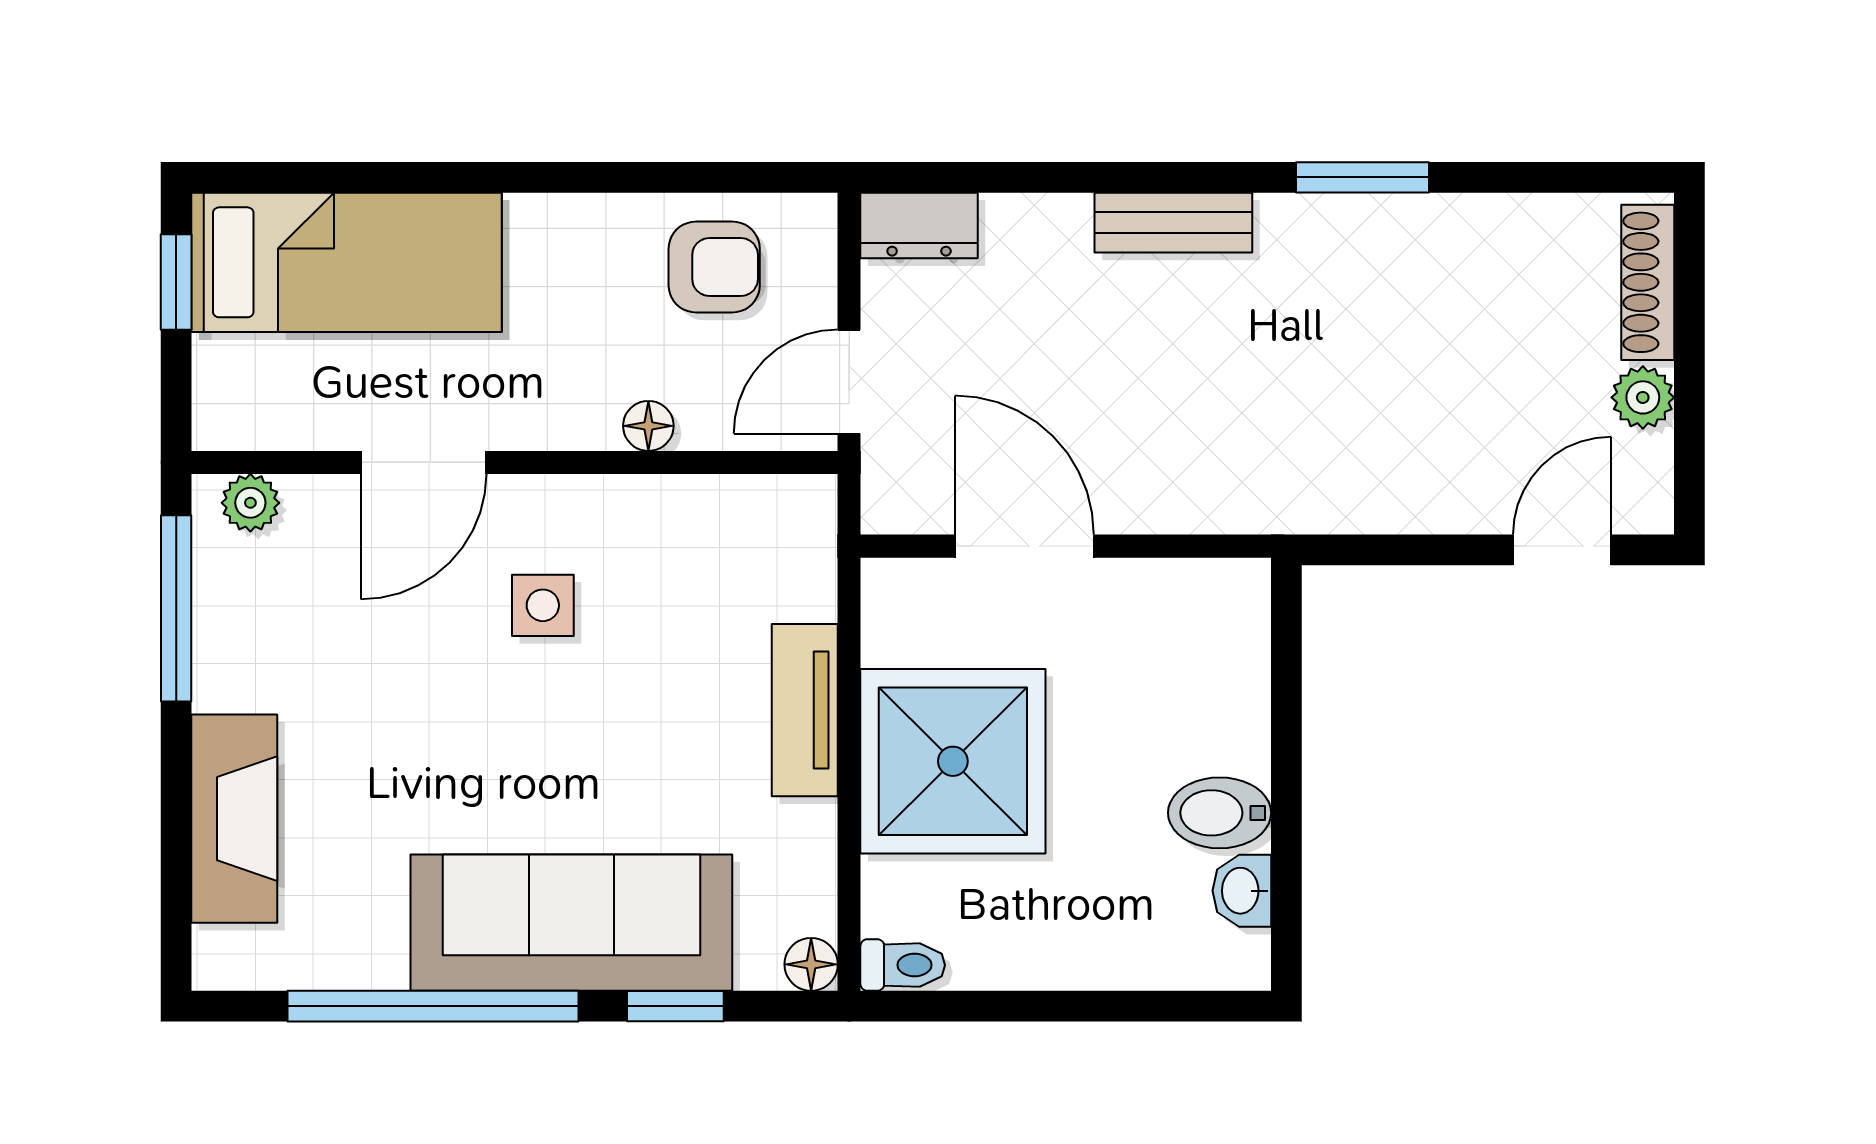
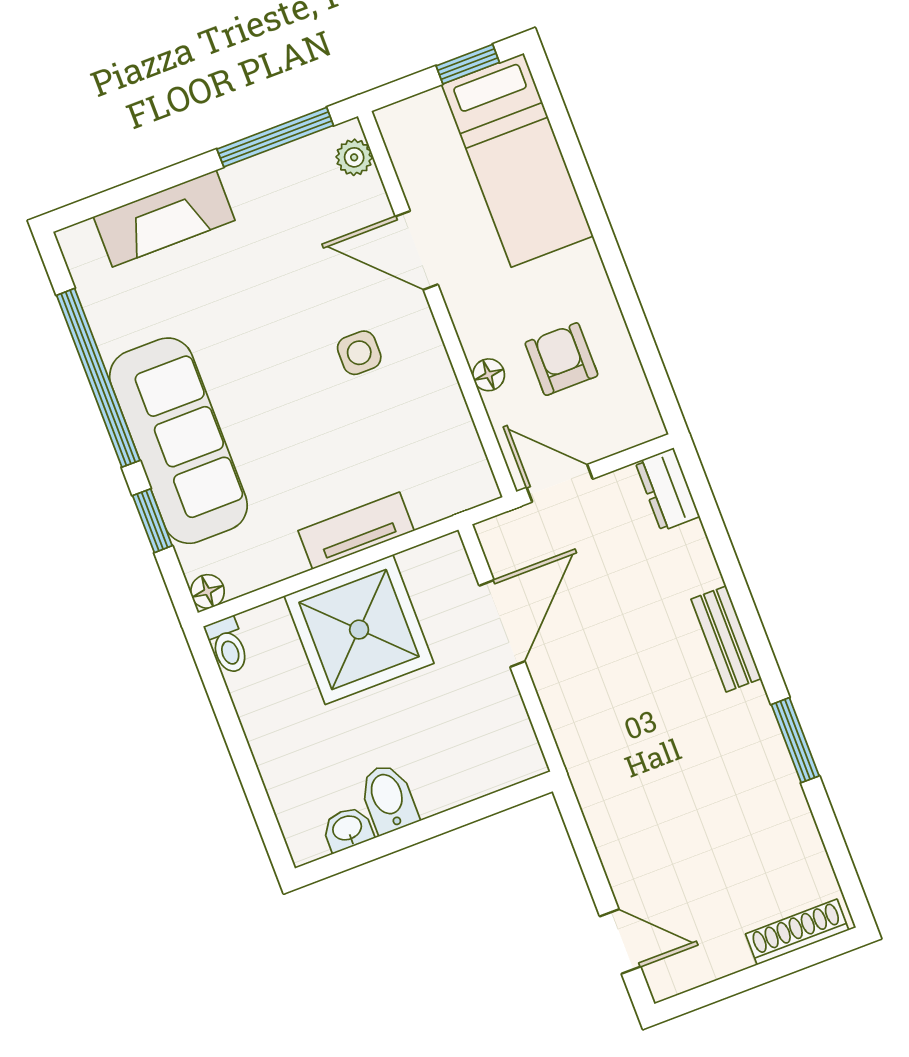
armchair: (714, 267) -> (561, 359), moved, turned 180
plant: (1643, 397) -> (728, 955), removed

